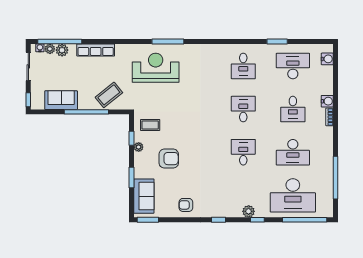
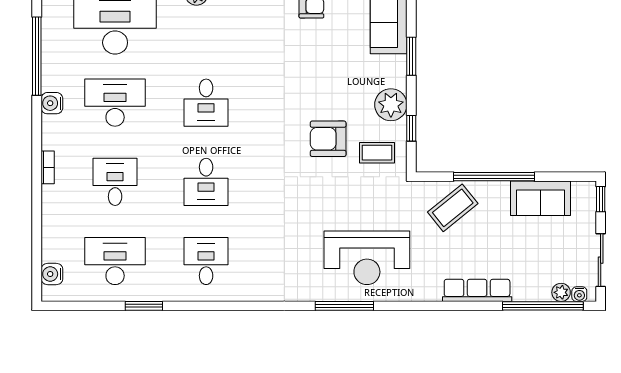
plant: (62, 50) -> (539, 290), removed
desk: (293, 66) -> (115, 261), turned 180
water cooler: (327, 101) -> (52, 103), moved
plant: (139, 147) -> (391, 105), width x1.88, depth x1.88
armchair: (169, 159) -> (328, 139), moved

